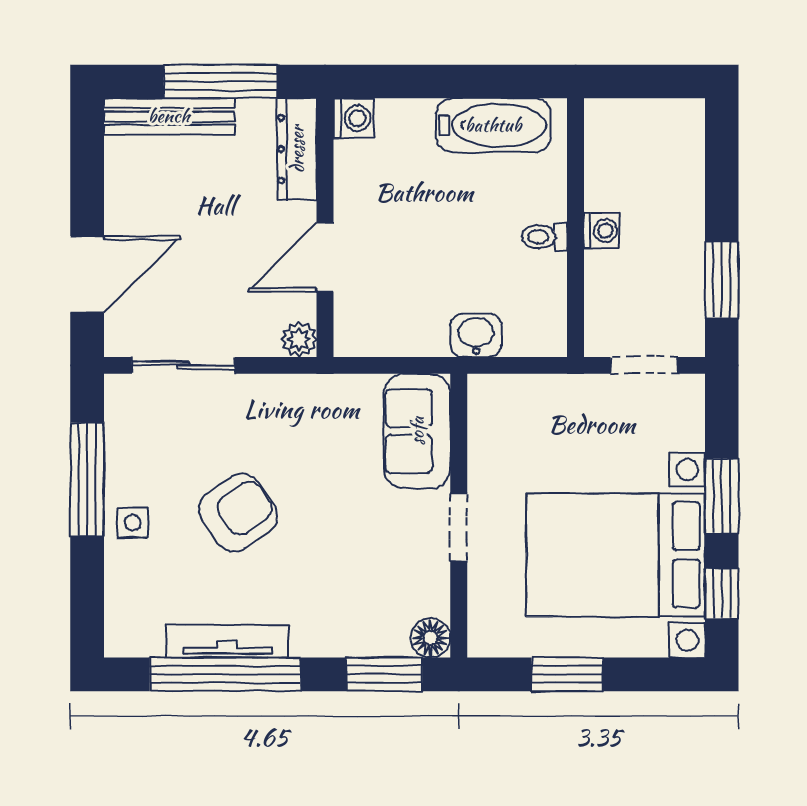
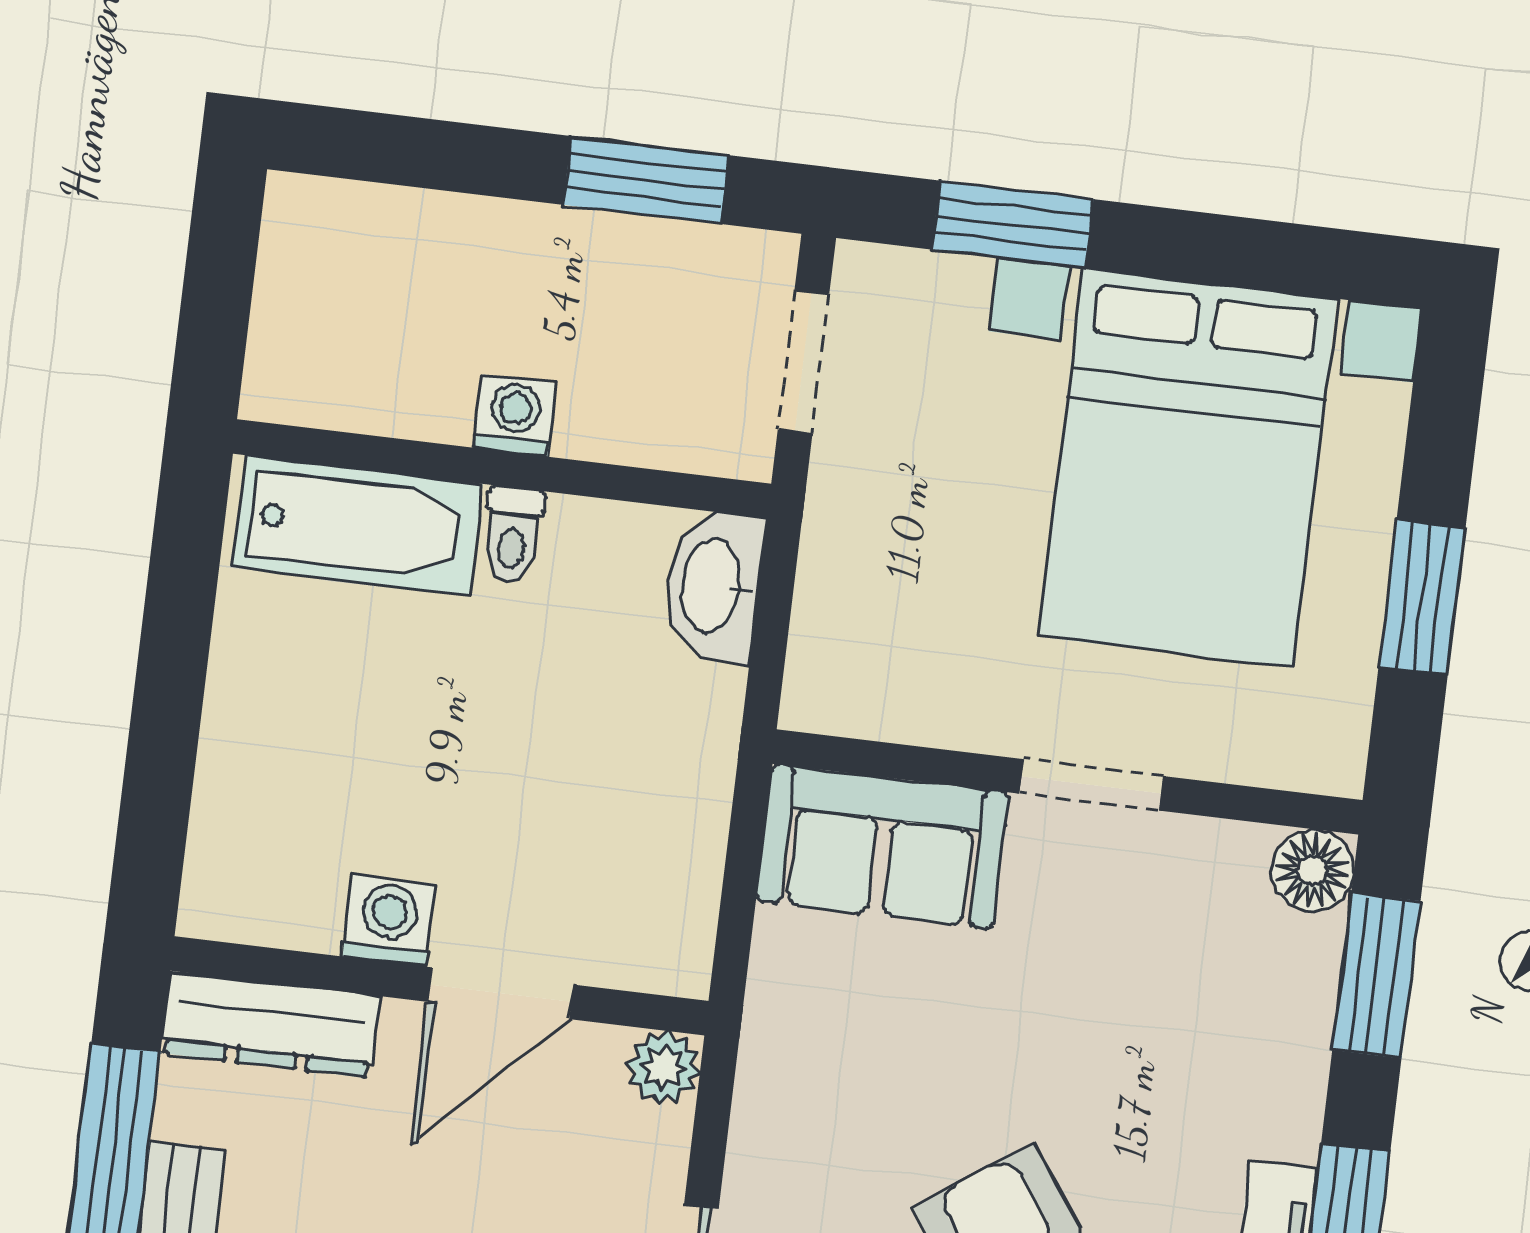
washing machine: (353, 118) -> (389, 920), moved
bathtub: (493, 125) -> (358, 525), moved, turned 90
door: (325, 257) -> (501, 993), hinge flipped
washbasin: (476, 335) -> (713, 586), moved, width x1.38
window: (722, 496) -> (1013, 224), moved
window: (722, 594) -> (1294, 258), removed

